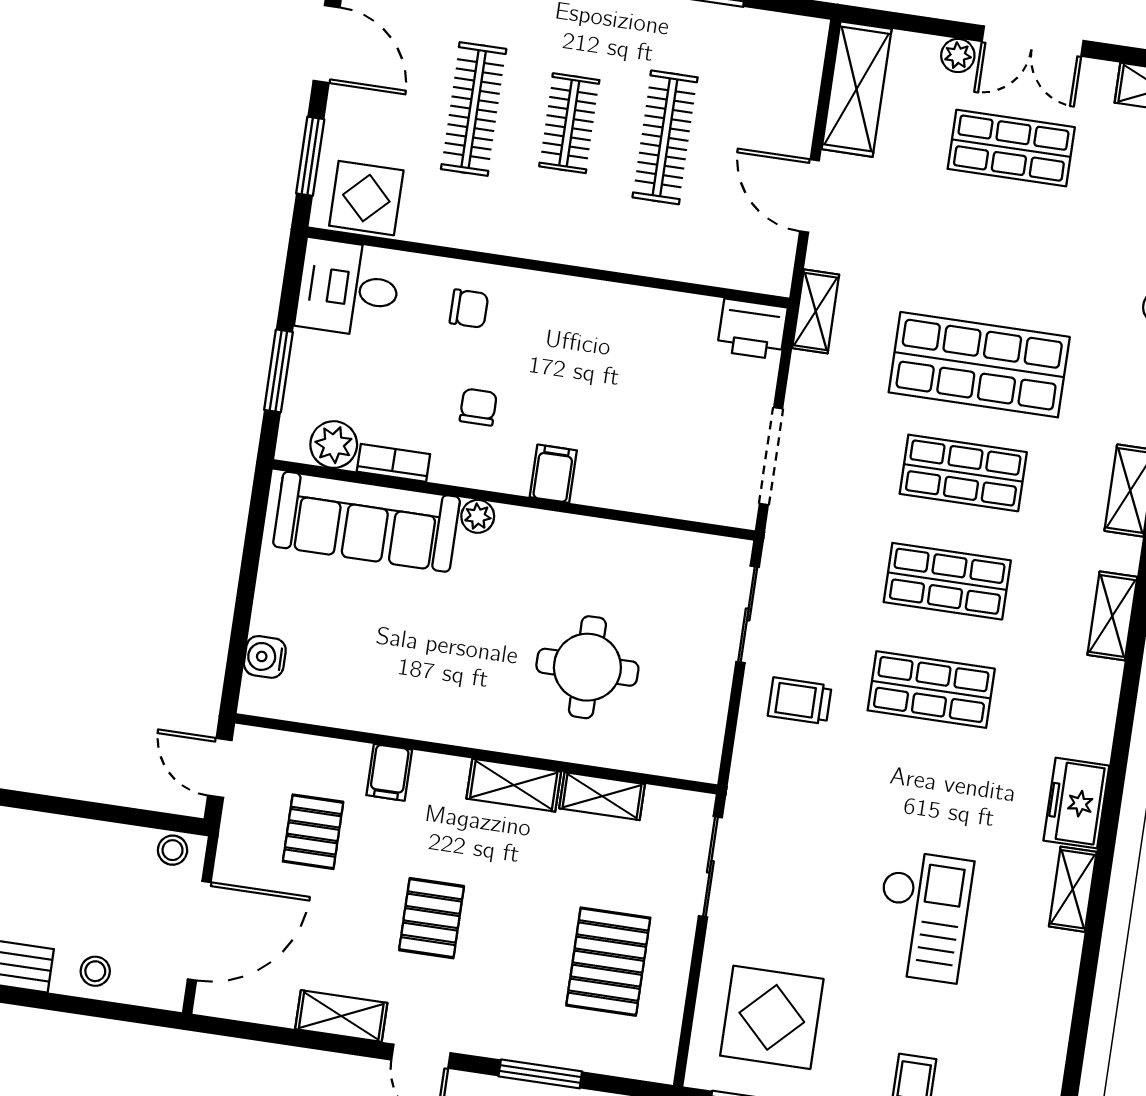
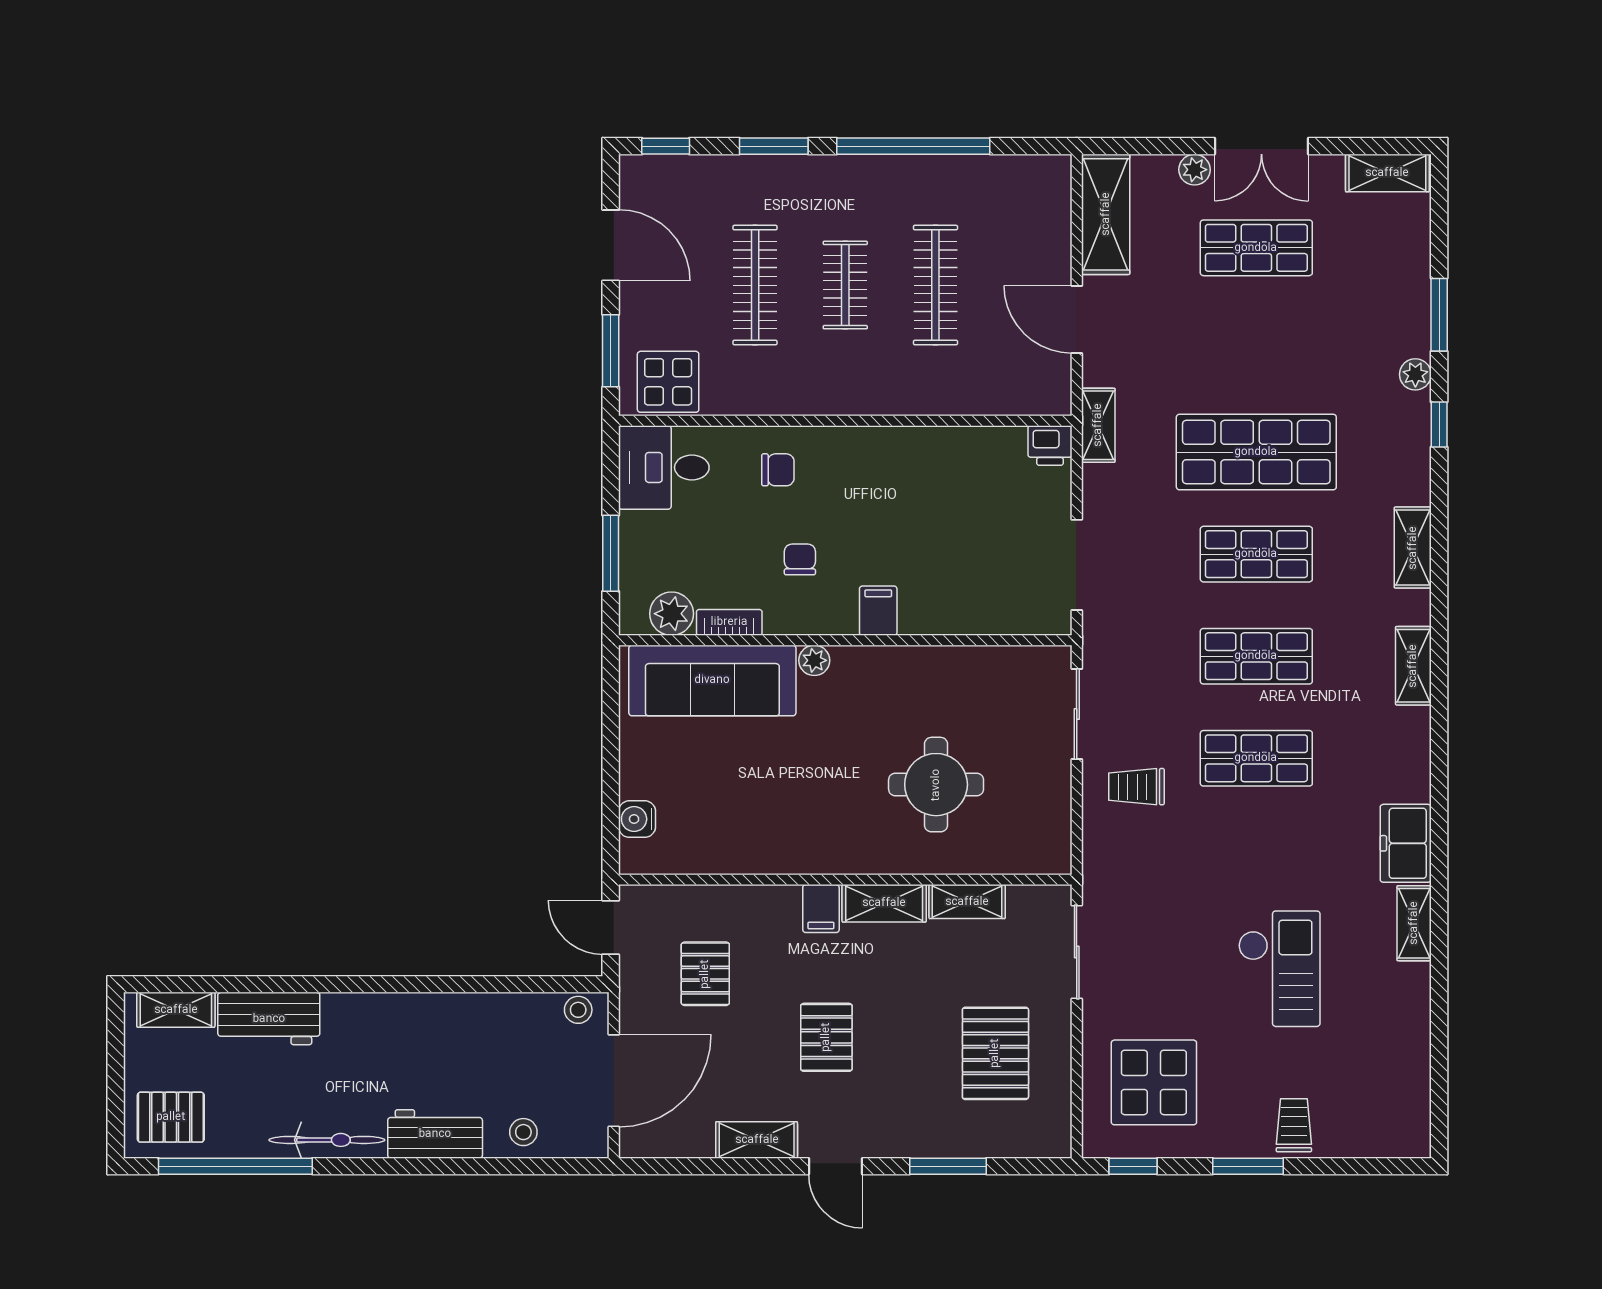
printer: (752, 329) -> (1050, 445), width x0.73, depth x0.81
filing cabinet: (389, 772) -> (821, 909), moved

